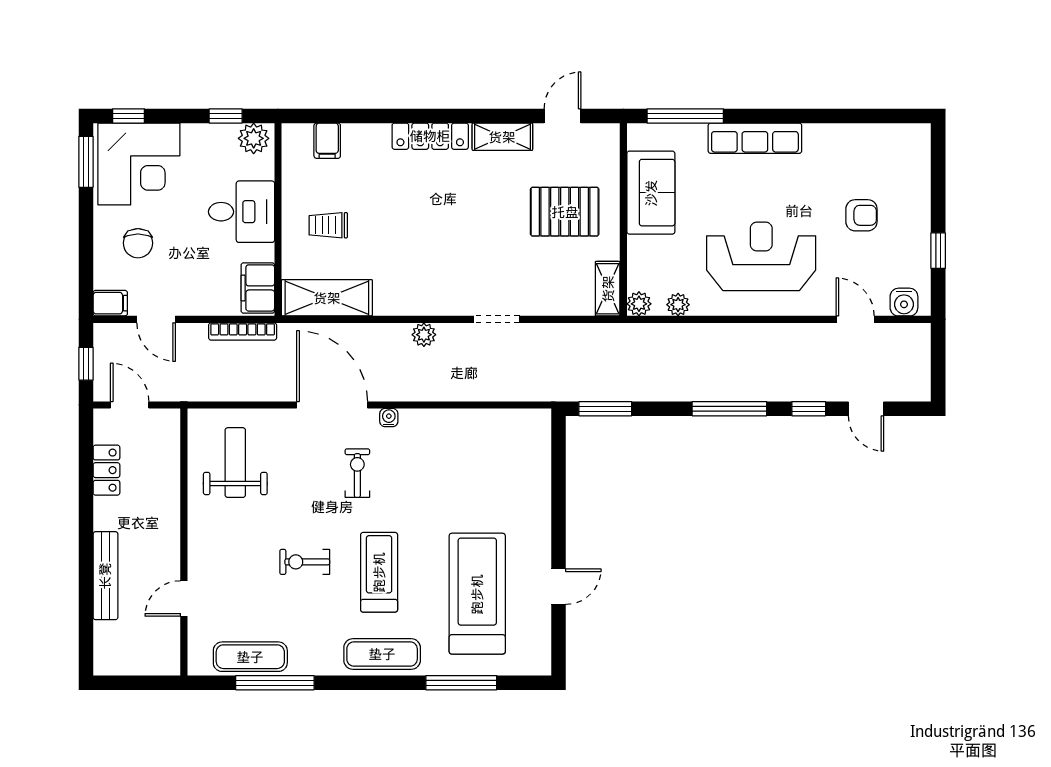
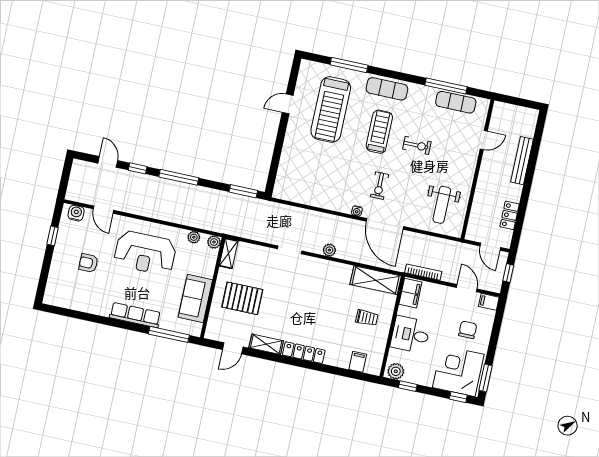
treadmill: (379, 572) -> (379, 132), turned 180

